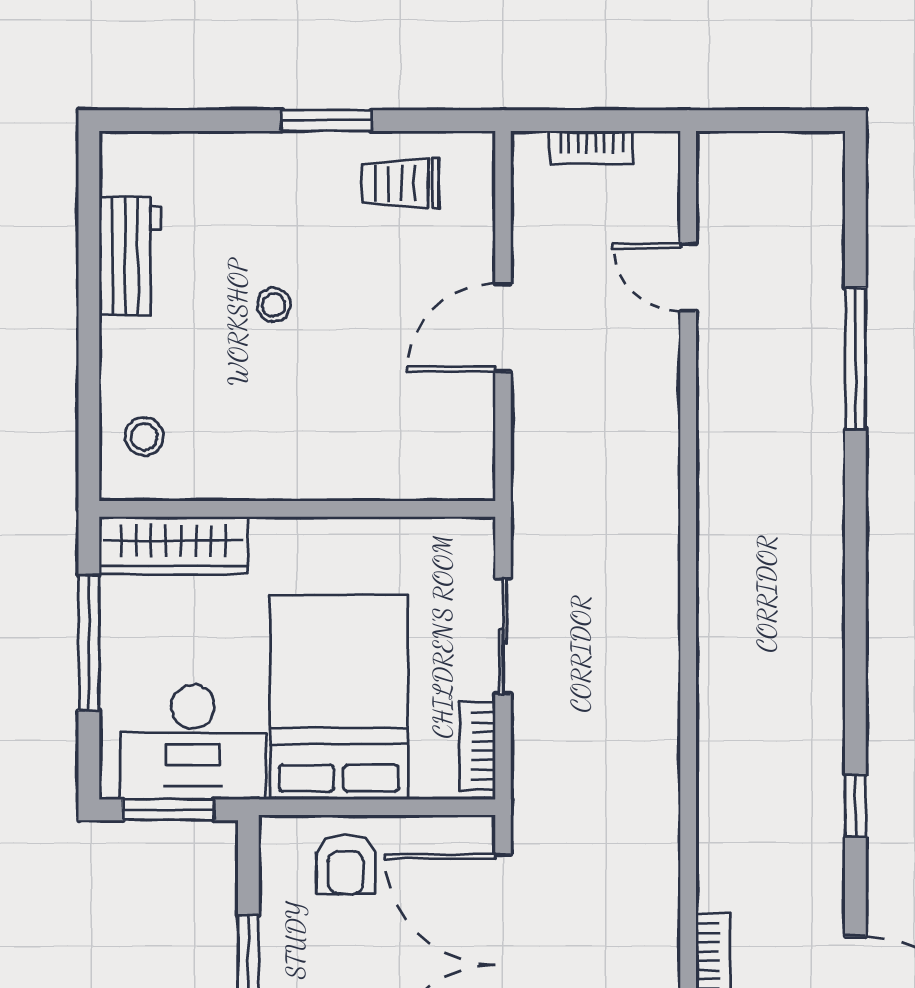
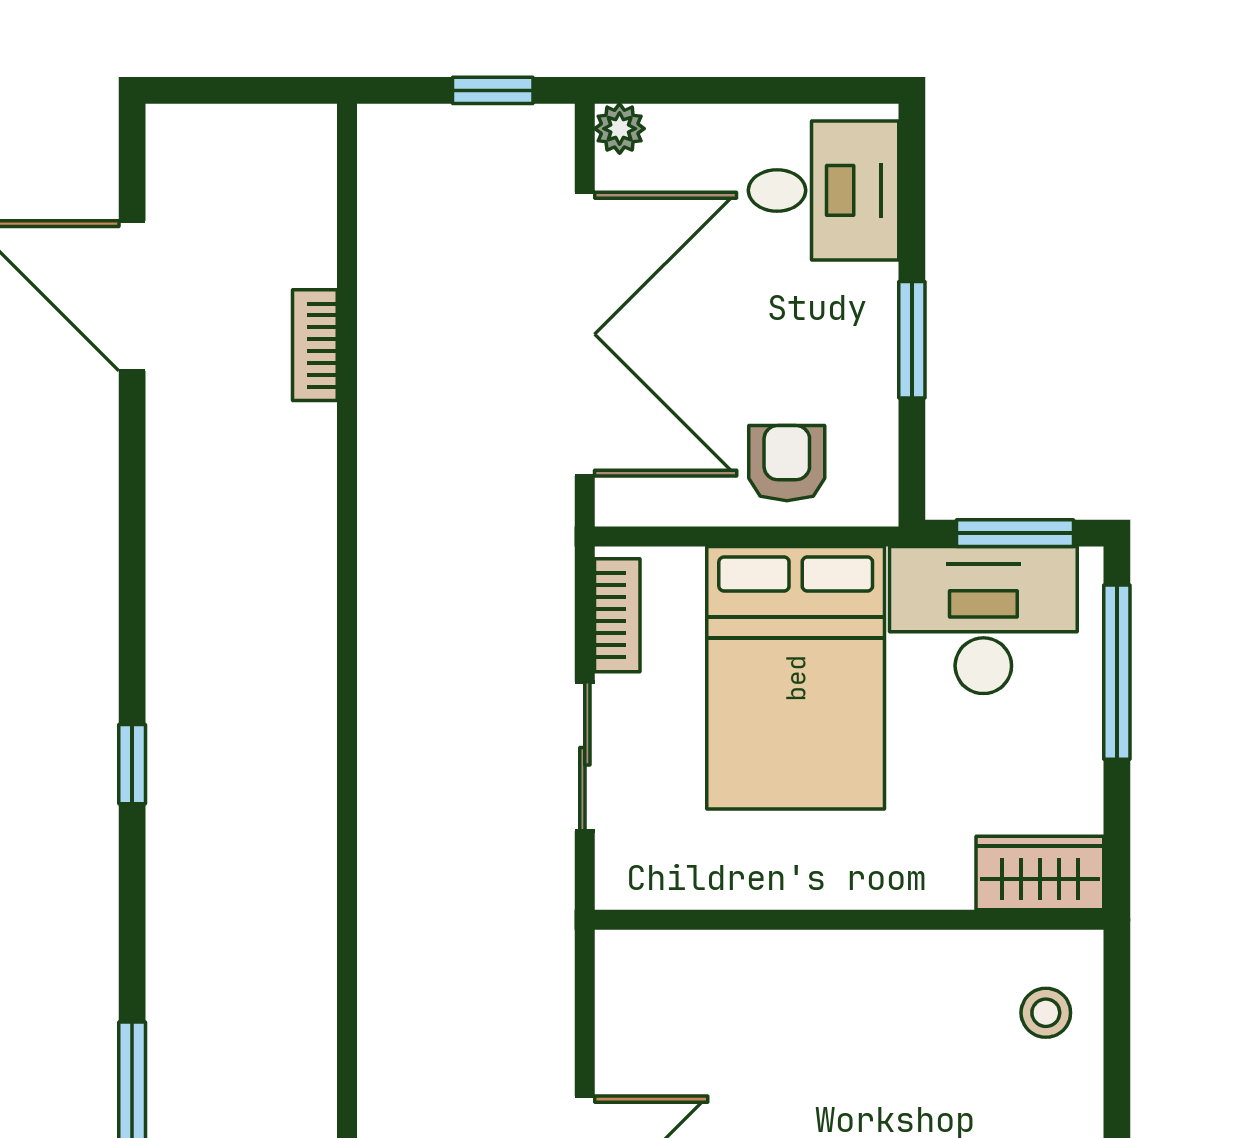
wardrobe: (174, 545) -> (1040, 873), width x0.67
window: (89, 643) -> (1117, 672), moved
window: (855, 806) -> (132, 764), moved

